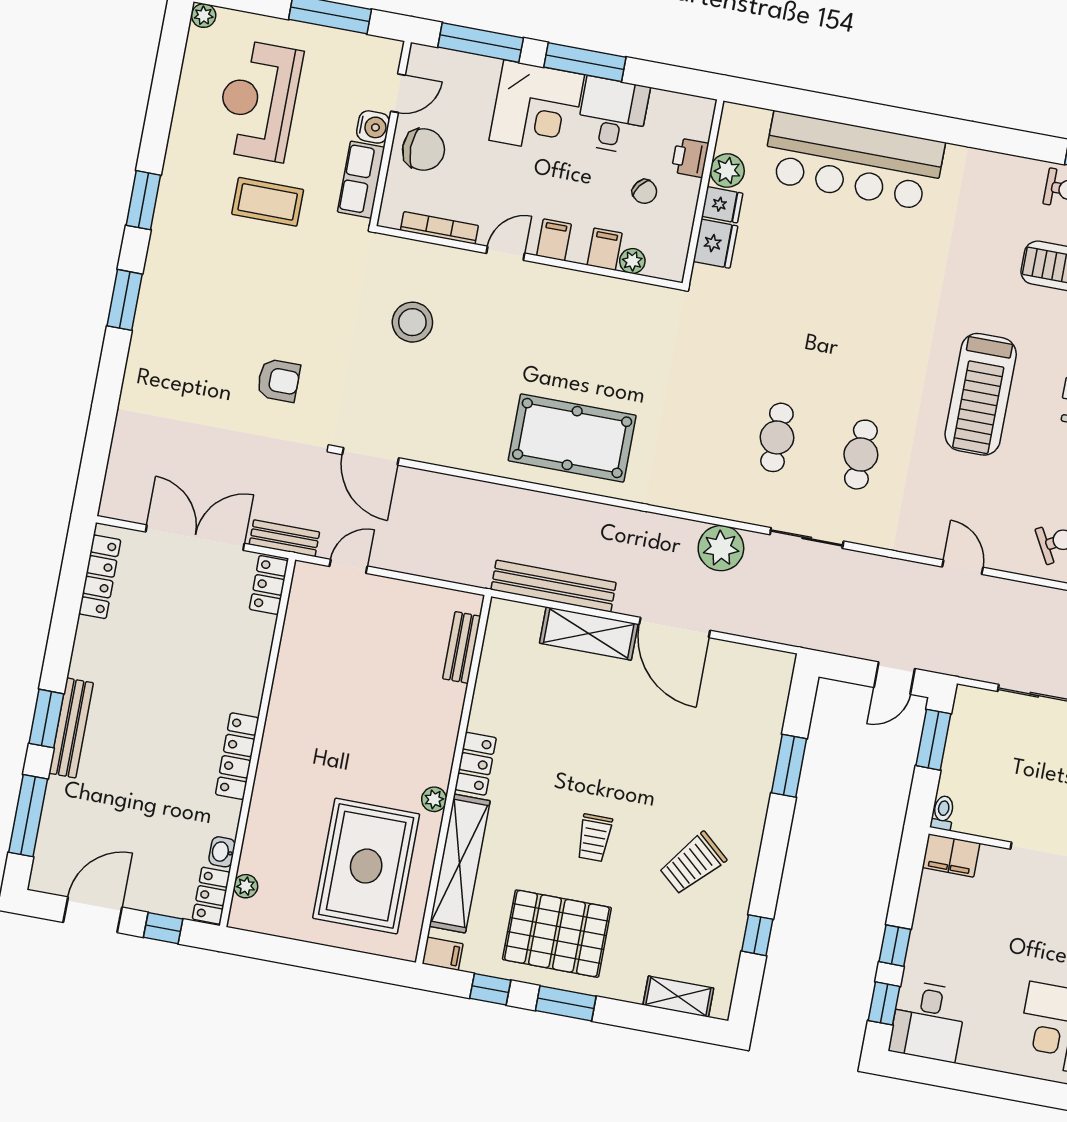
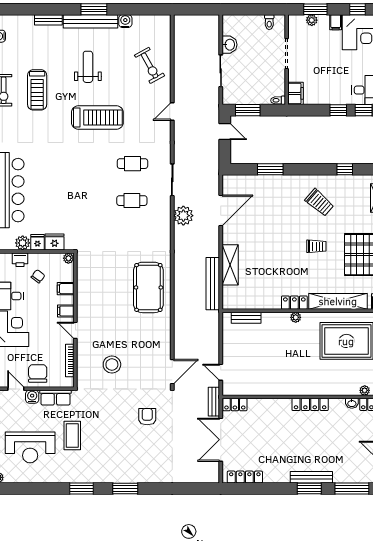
plant: (632, 261) -> (68, 258), moved
door: (675, 627) -> (221, 210), moved
plant: (434, 799) -> (296, 317), moved

